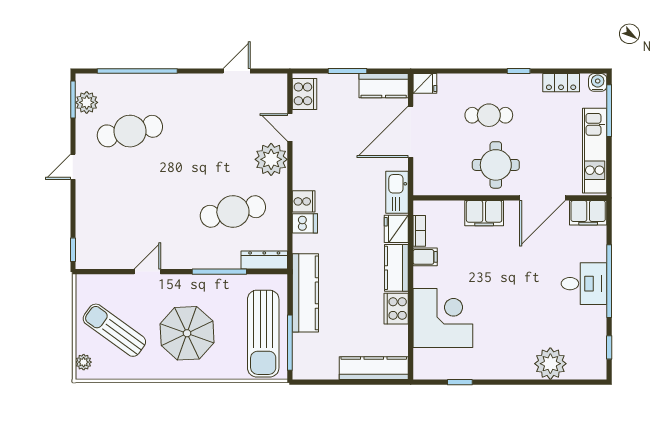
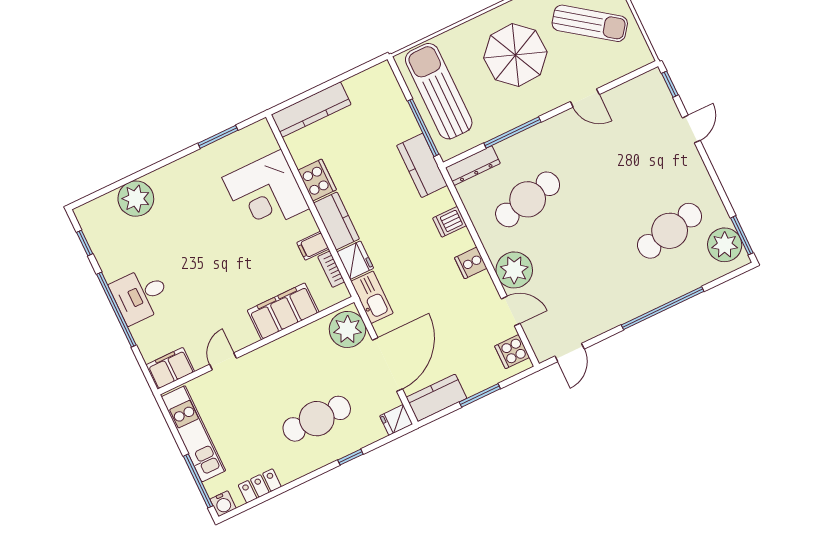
window: (137, 71) -> (663, 308), moved
door: (237, 71) -> (570, 352), moved
window: (519, 71) -> (350, 457), moved
cooker: (304, 94) -> (512, 352), width x0.73
plant: (87, 102) -> (725, 245), width x1.36, depth x1.36
cafe table: (489, 115) -> (317, 419), width x1.37, depth x1.35
round table: (496, 165) -> (286, 372), removed
door: (73, 167) -> (691, 129), moved
plant: (429, 176) -> (347, 329), added
door: (543, 198) -> (223, 361), width x0.53
cooker: (304, 201) -> (471, 263), moved
filing cabinet: (484, 213) -> (283, 311), width x1.50, depth x1.17
door: (147, 272) -> (585, 98), hinge flipped
kitchen counter: (305, 293) -> (422, 165), width x0.67
window: (290, 343) -> (423, 128), moved
window: (460, 382) -> (218, 137), width x1.50

